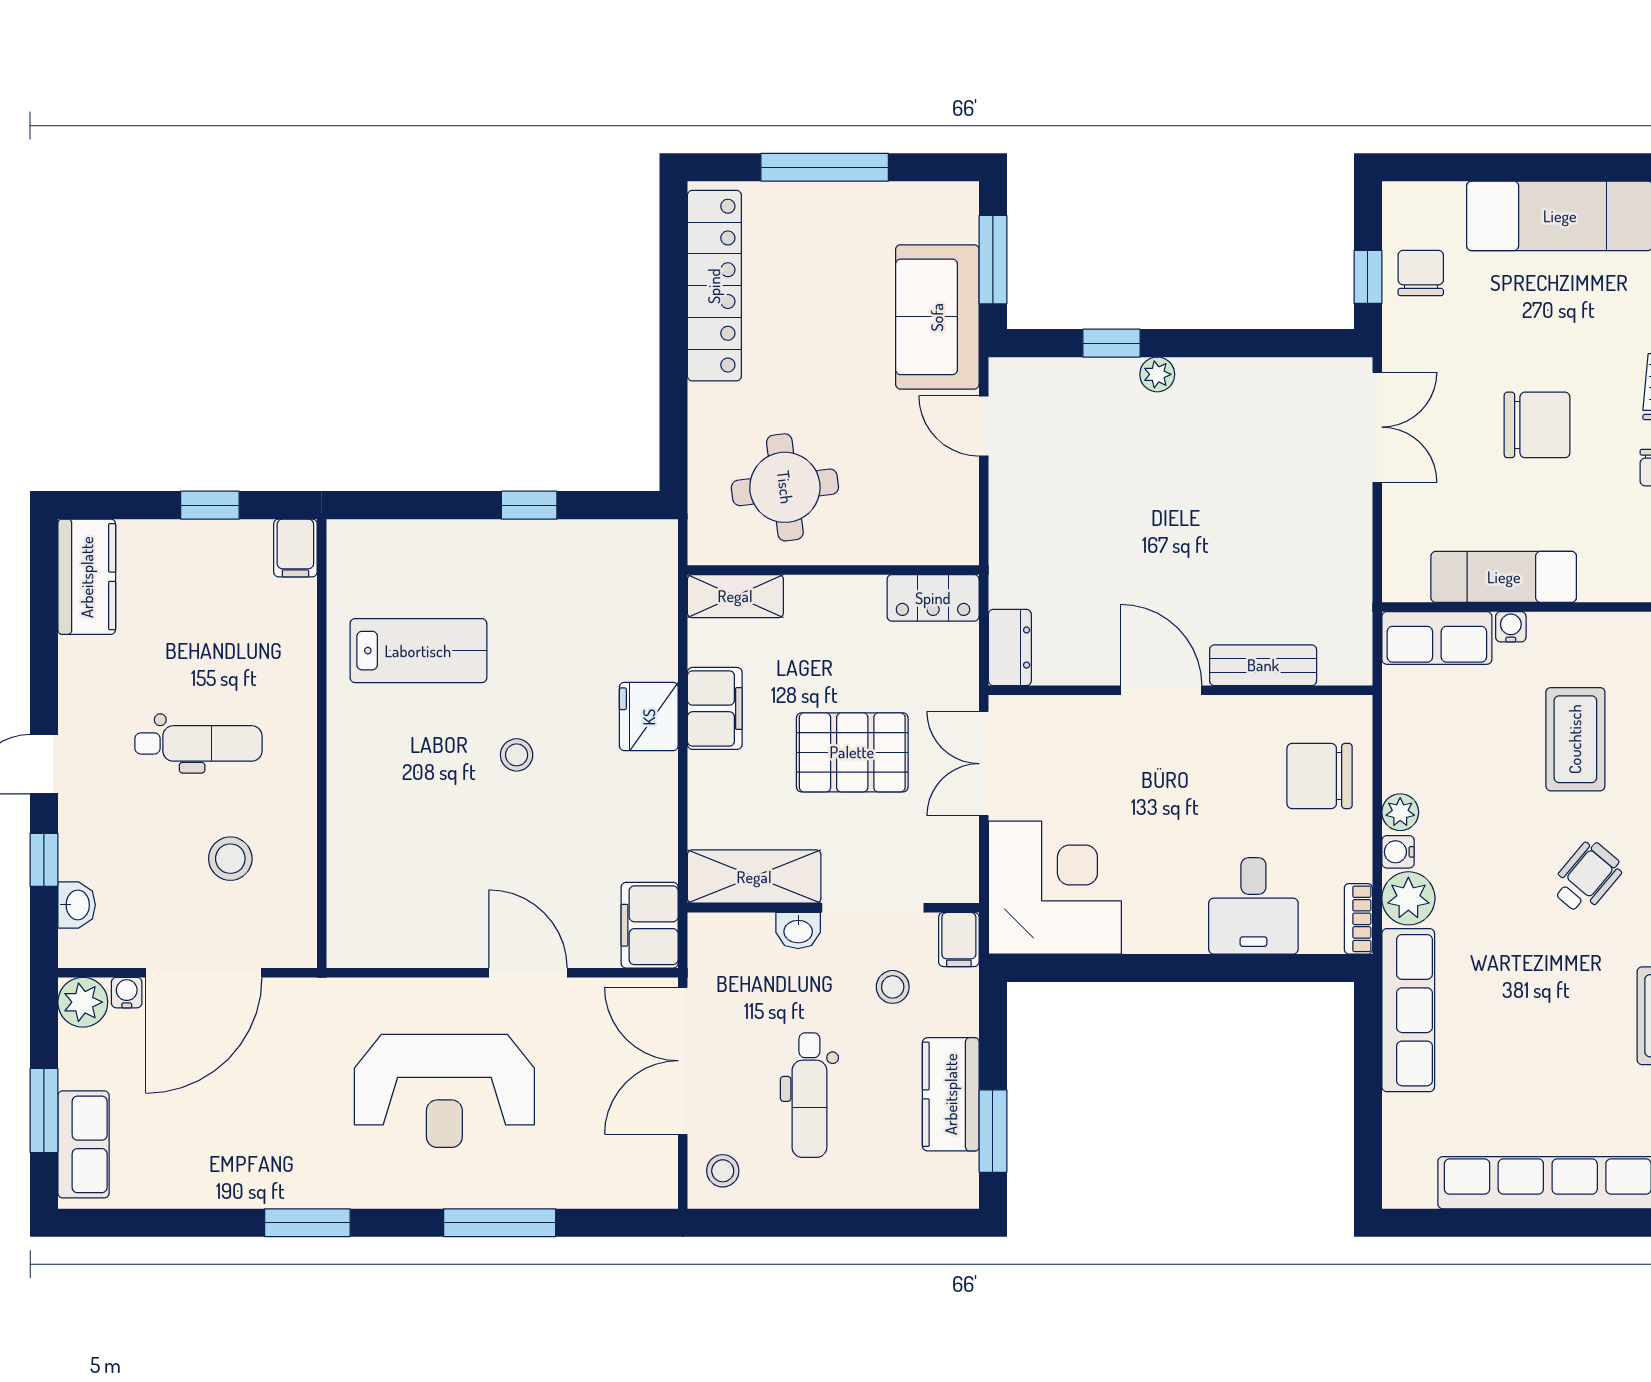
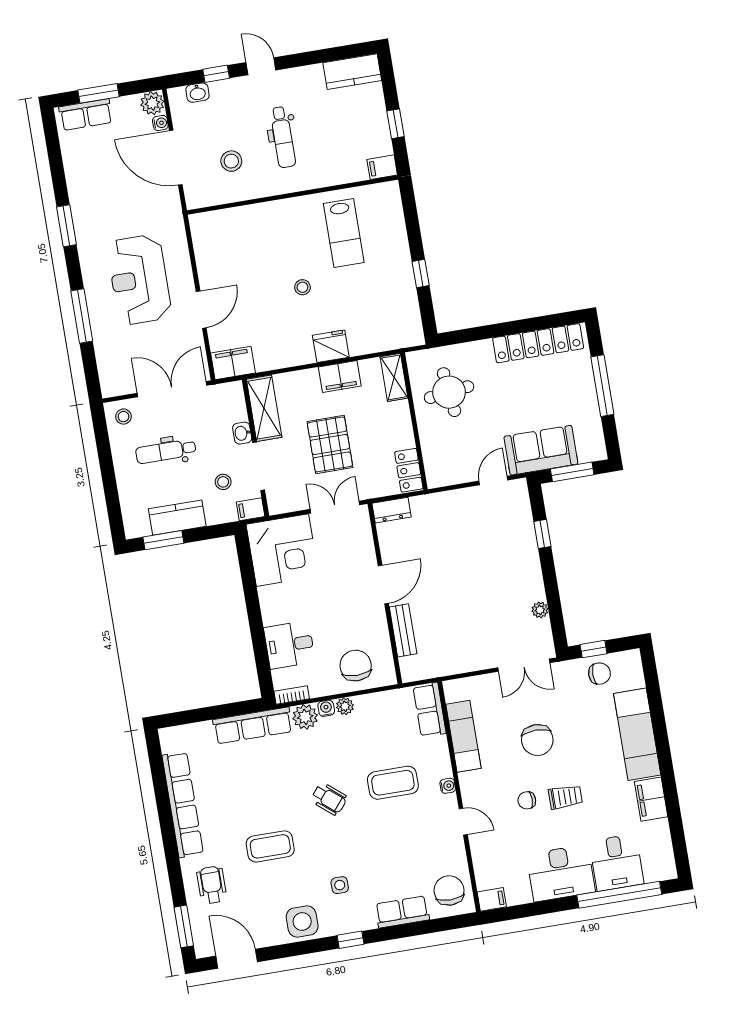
plant: (1157, 374) -> (540, 610), moved
water cooler: (1511, 627) -> (448, 786), moved

